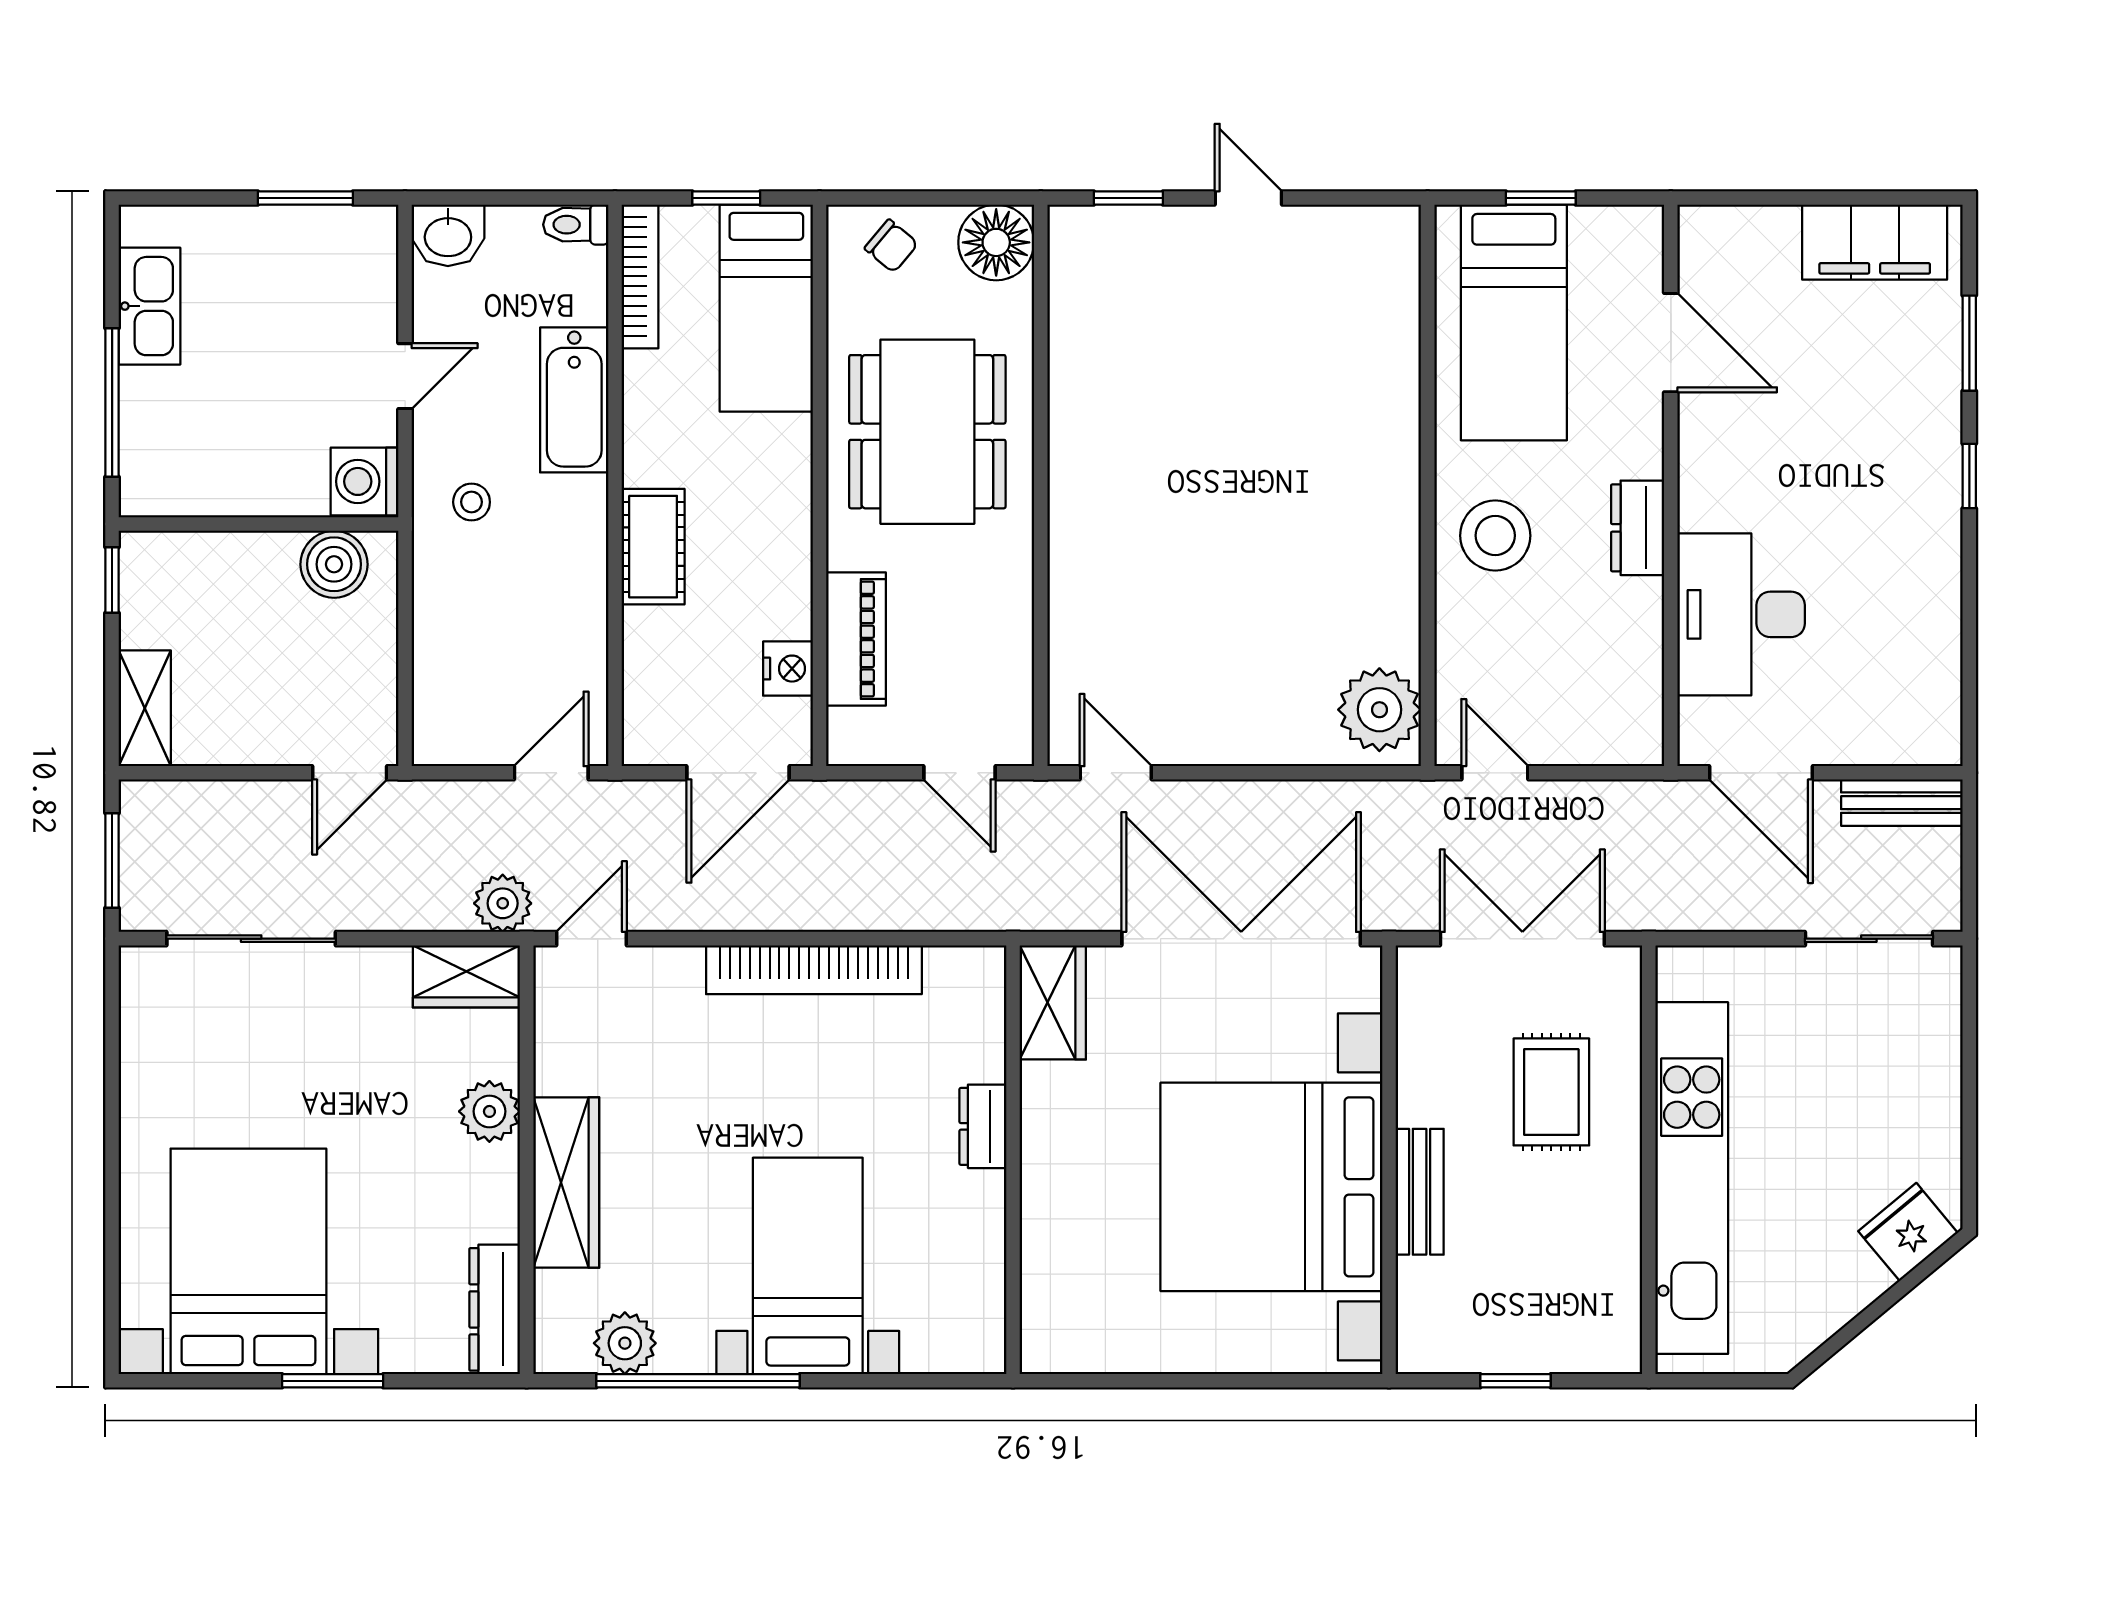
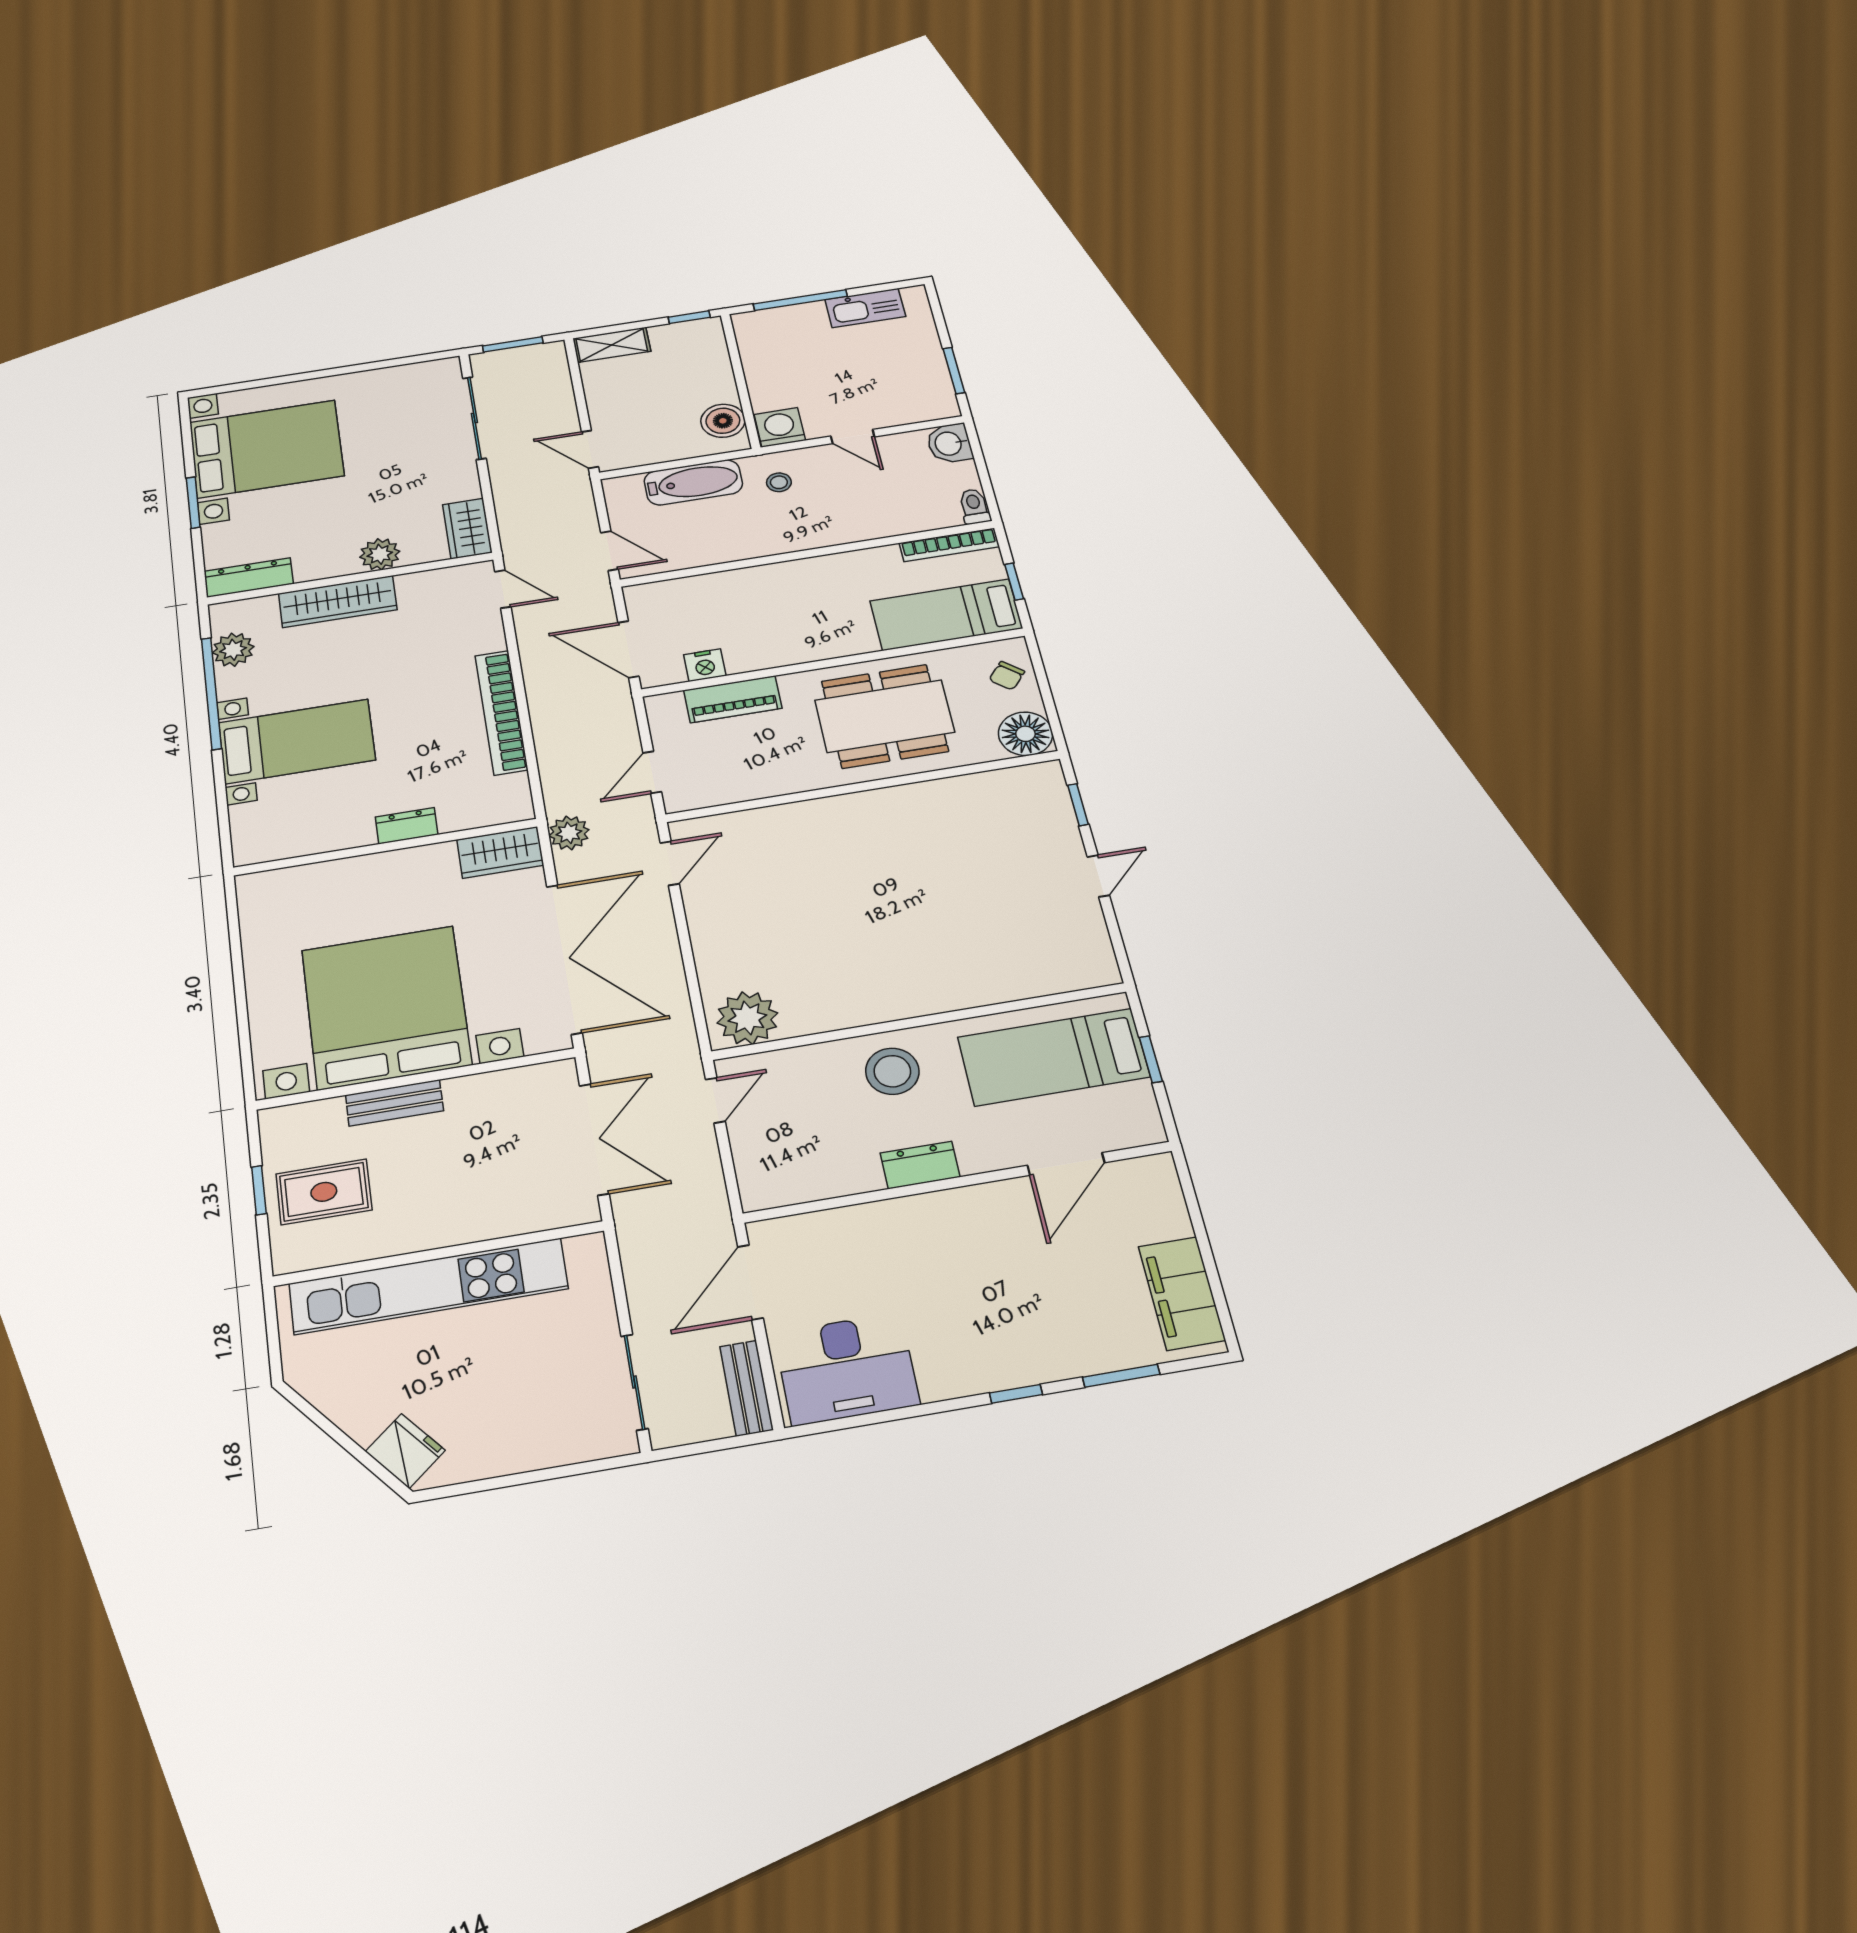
bathtub: (574, 400) -> (693, 482), moved, turned 180
cot: (653, 547) -> (771, 580), removed
desk: (1741, 614) -> (847, 1369), moved, turned 180
plant: (503, 903) -> (569, 833), moved
rug: (1551, 1092) -> (324, 1192), moved

